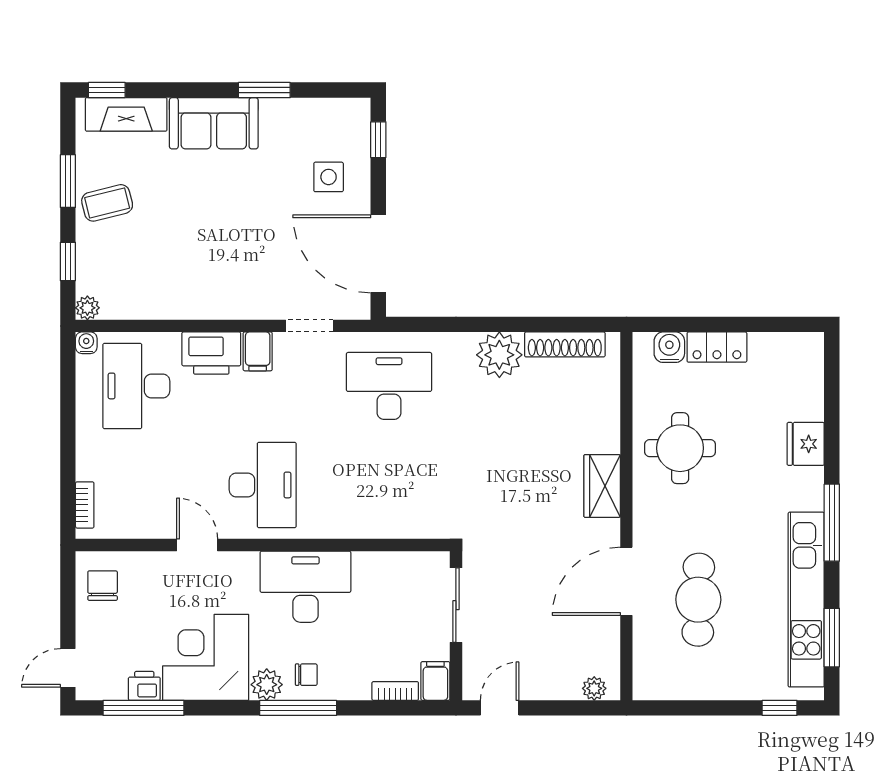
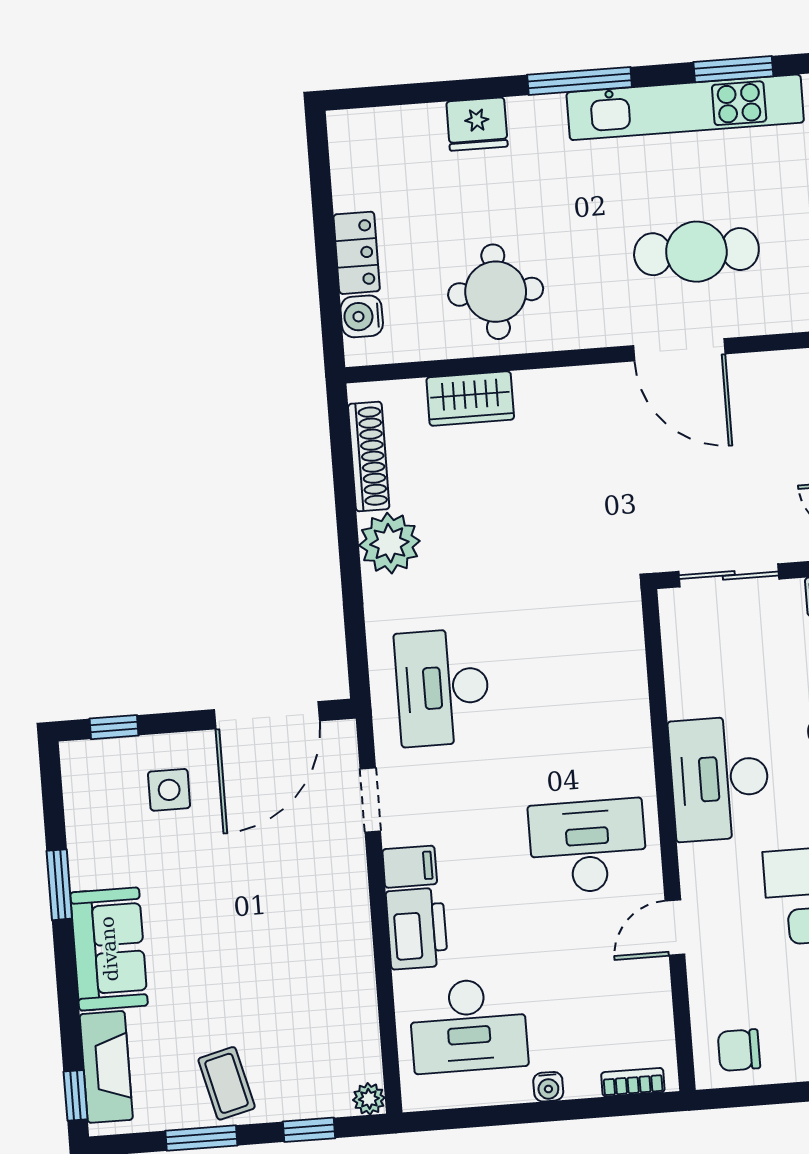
water cooler: (86, 343) -> (548, 1087), moved, turned -90
wardrobe: (602, 486) -> (470, 399), moved

